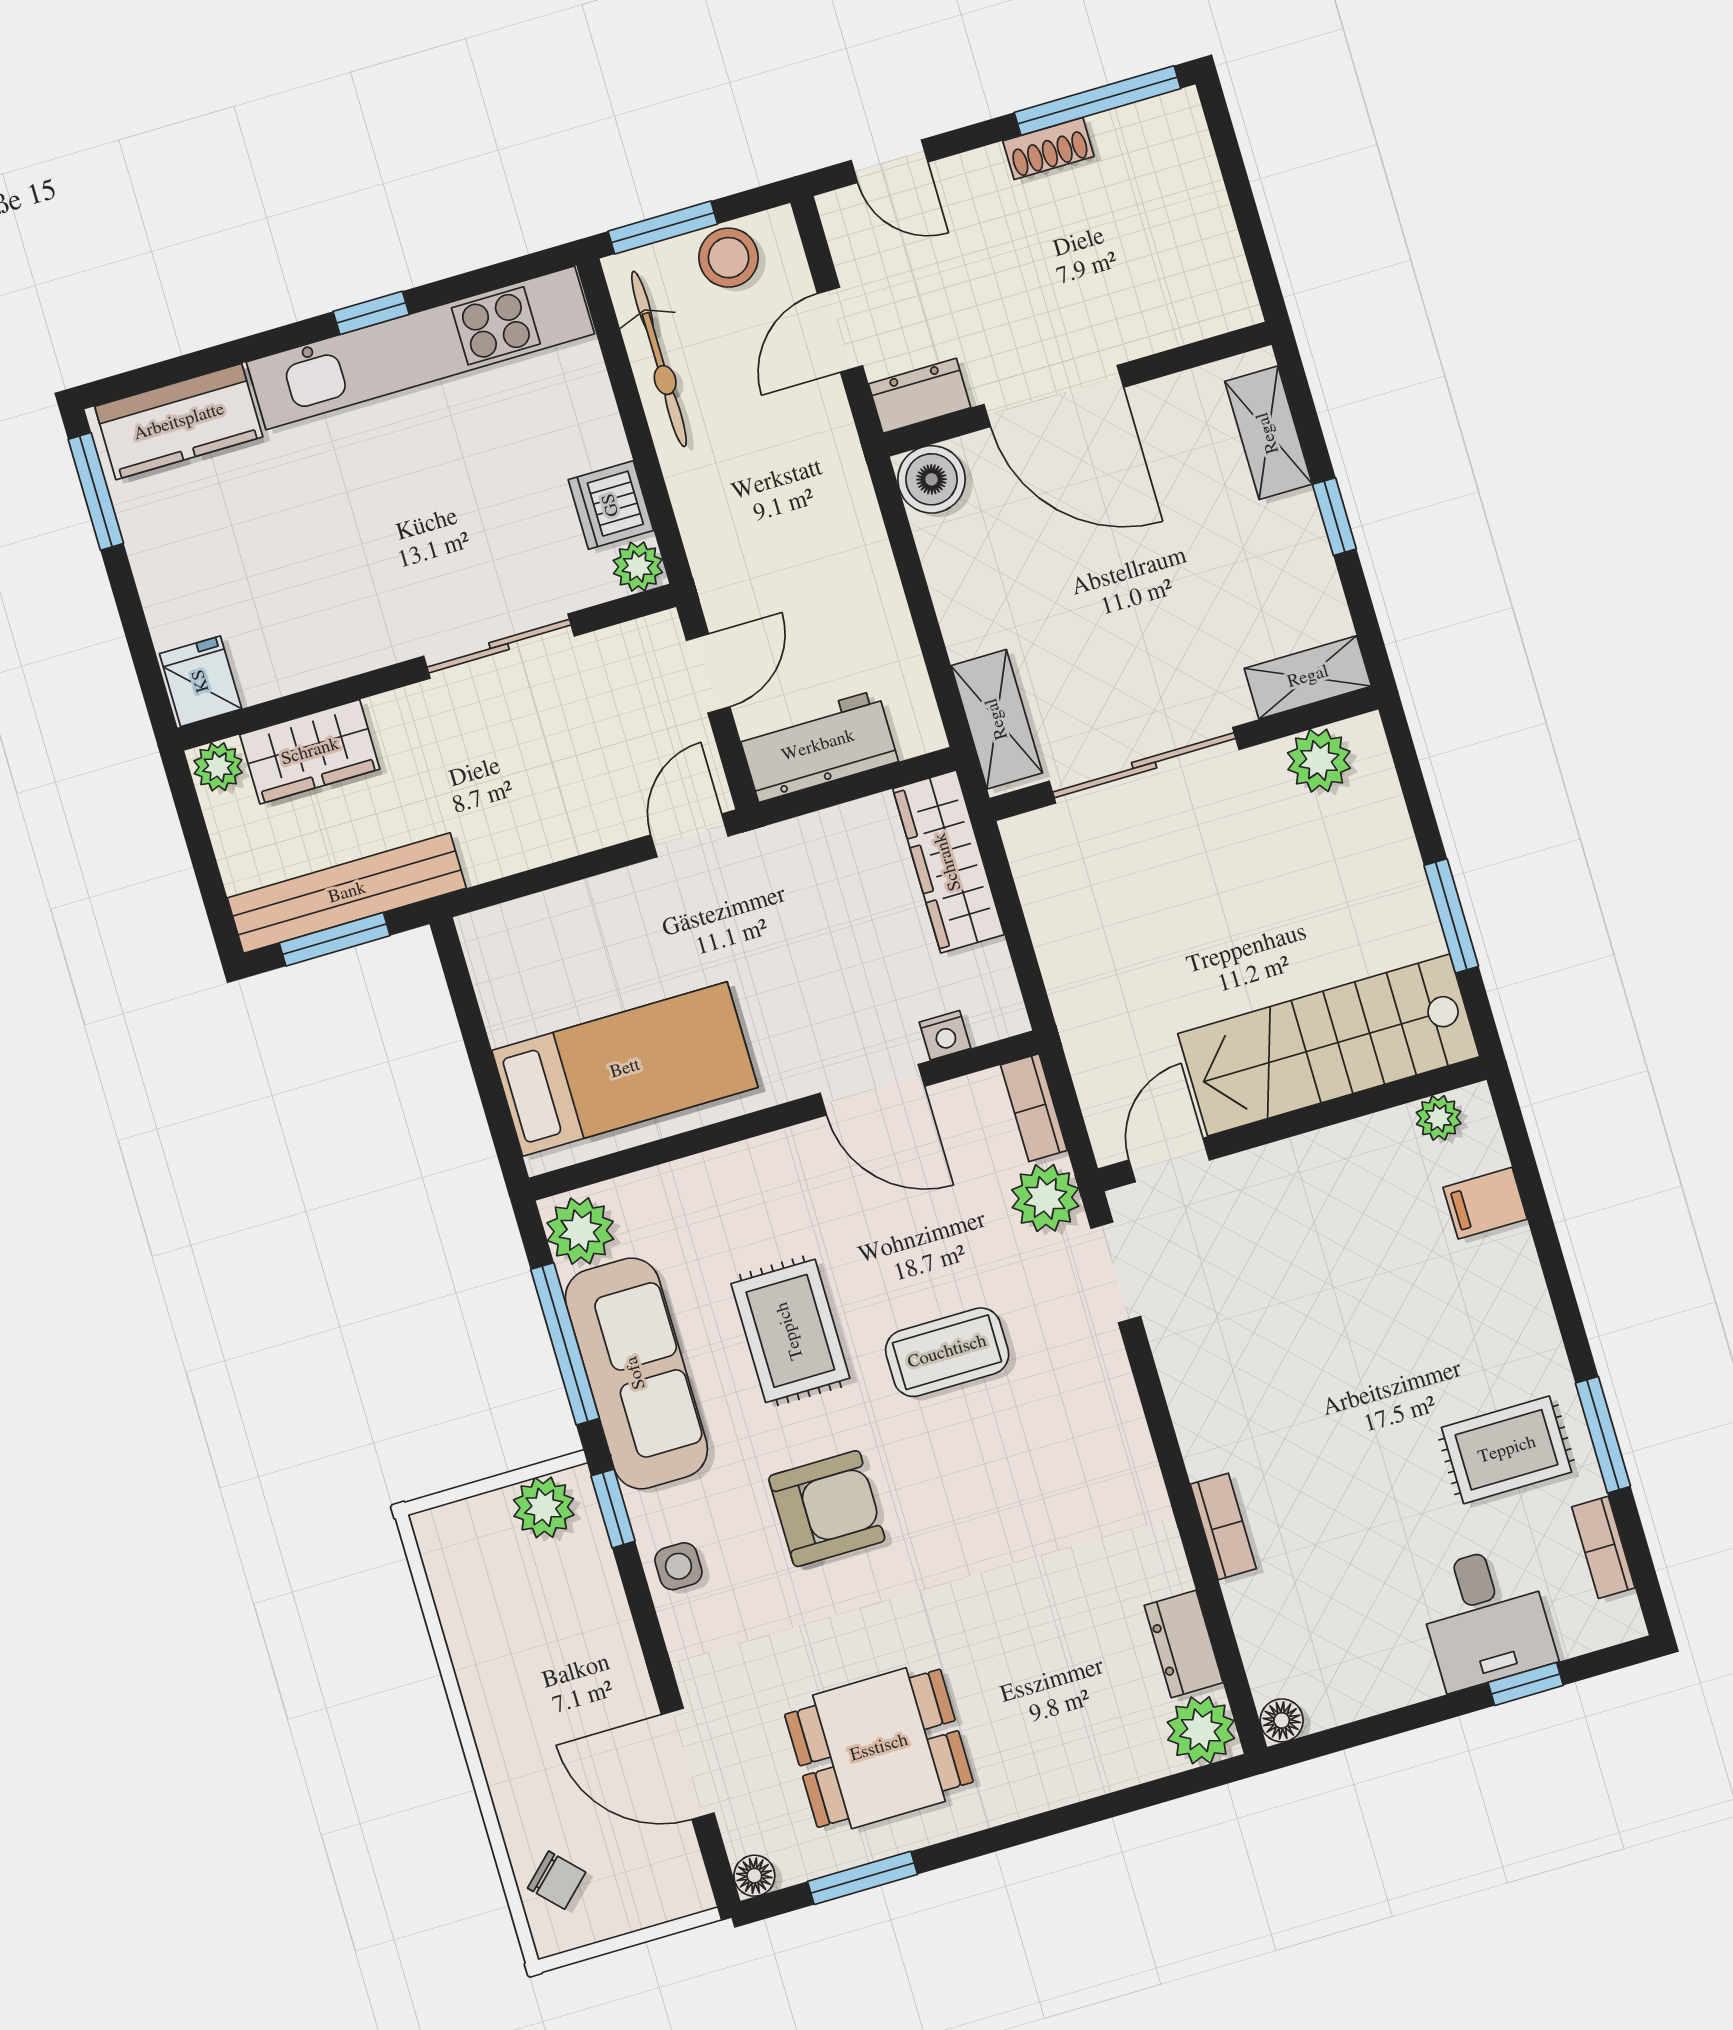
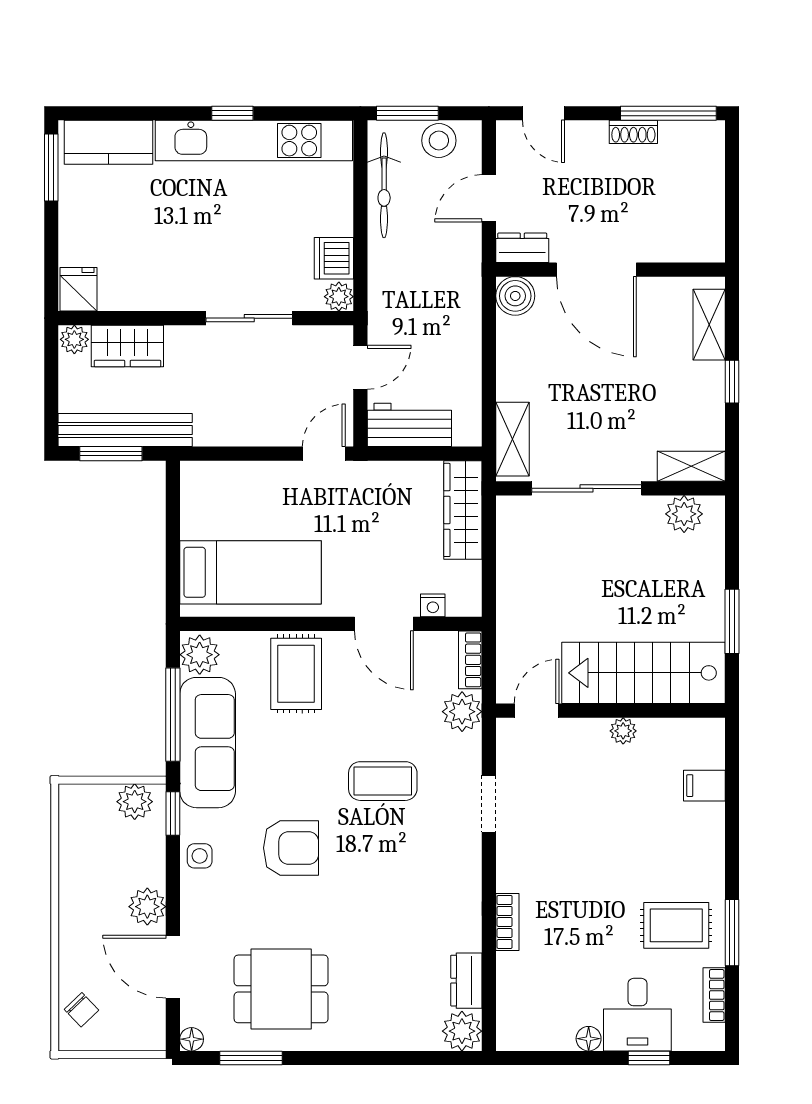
plant: (1439, 1118) -> (623, 731), moved
doorway: (1116, 1272) -> (489, 804), moved
rug: (790, 1331) -> (296, 674), moved
plant: (616, 1676) -> (147, 907), added
floor lamp: (1282, 1720) -> (589, 1039), moved

